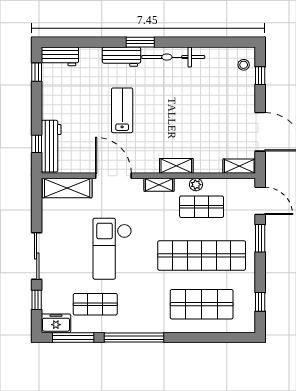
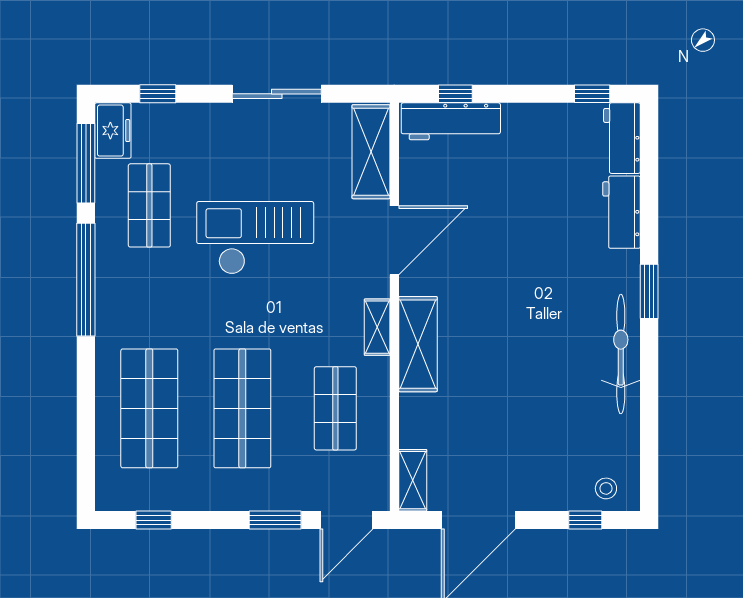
workbench: (121, 57) -> (622, 212), moved
lab bench: (122, 110) -> (519, 257), removed
shelving: (176, 166) -> (418, 344), width x1.50, depth x1.33
plant: (196, 185) -> (378, 398), removed
shop shelf: (202, 255) -> (242, 408), width x0.71
sliding door: (37, 256) -> (277, 94), moved

